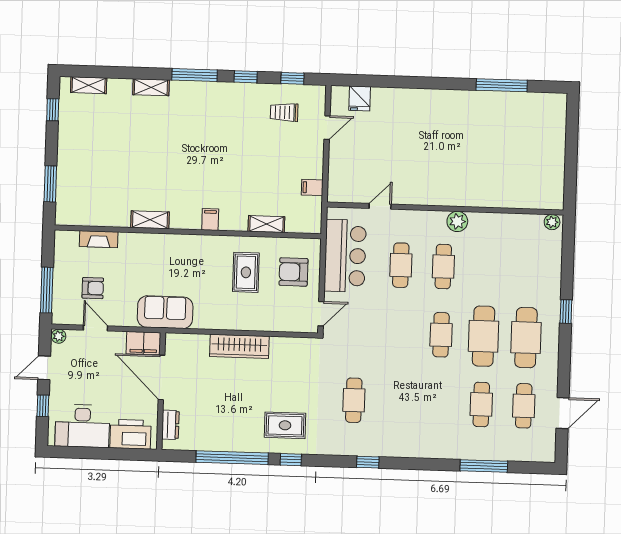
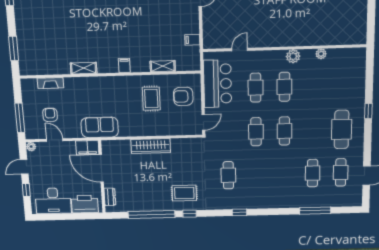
plant: (552, 222) -> (321, 54), moved
armchair: (93, 288) -> (50, 115), turned -90
cafe table: (484, 336) -> (256, 132), moved, width x0.73, depth x0.74

